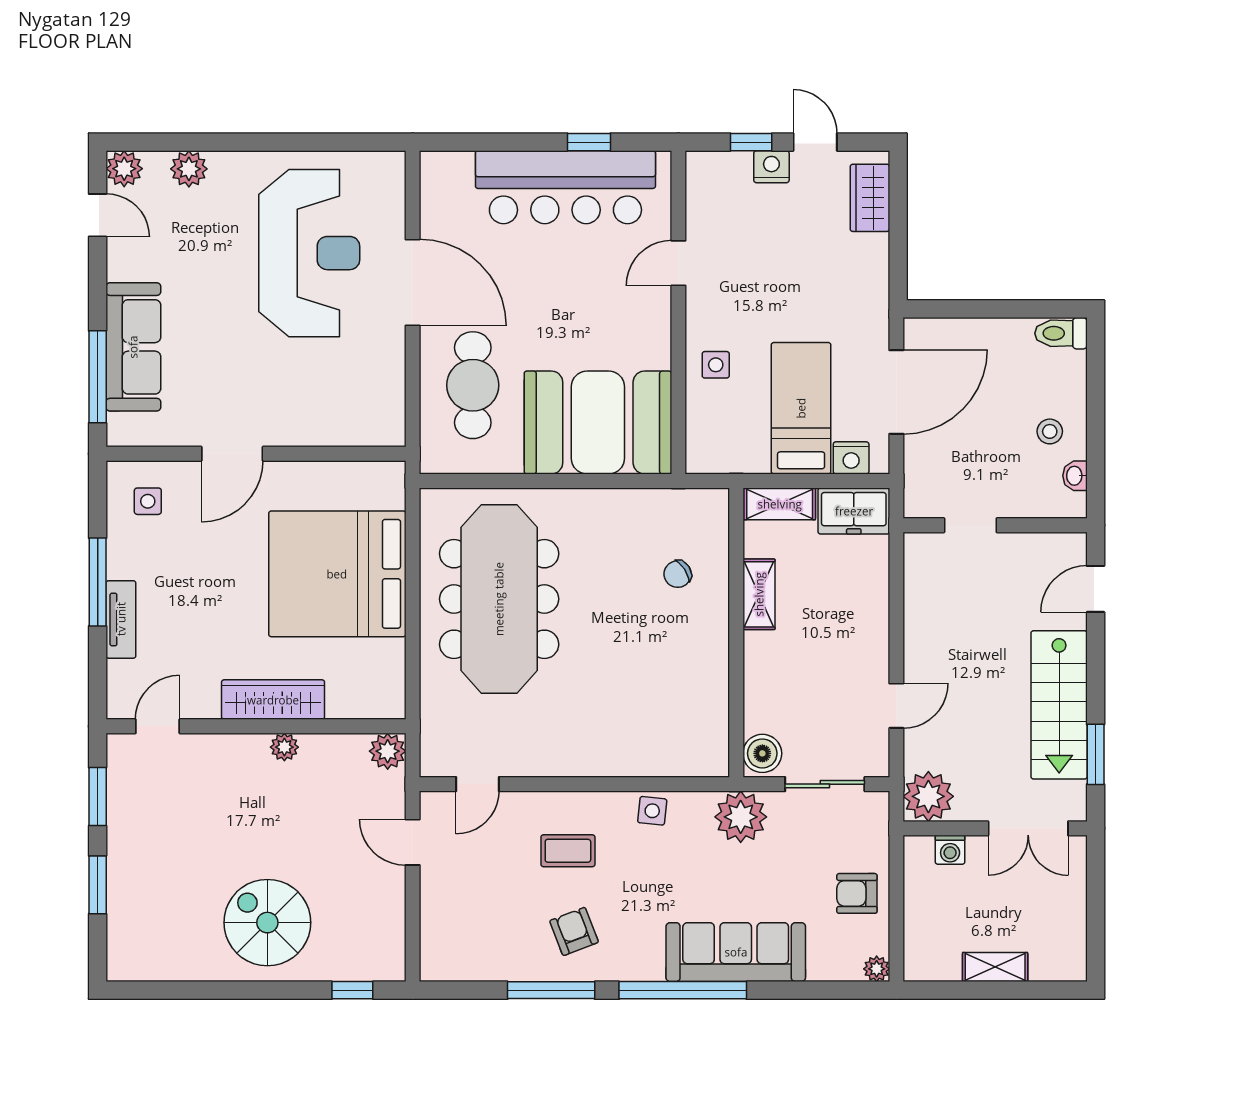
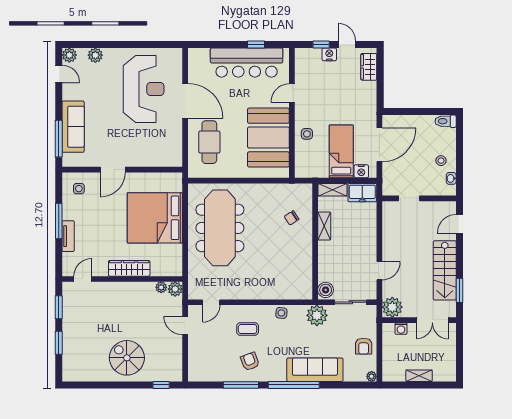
booth: (598, 423) -> (268, 138), moved, turned 90
plant: (284, 747) -> (161, 287), moved
armchair: (857, 893) -> (364, 346), turned -90

